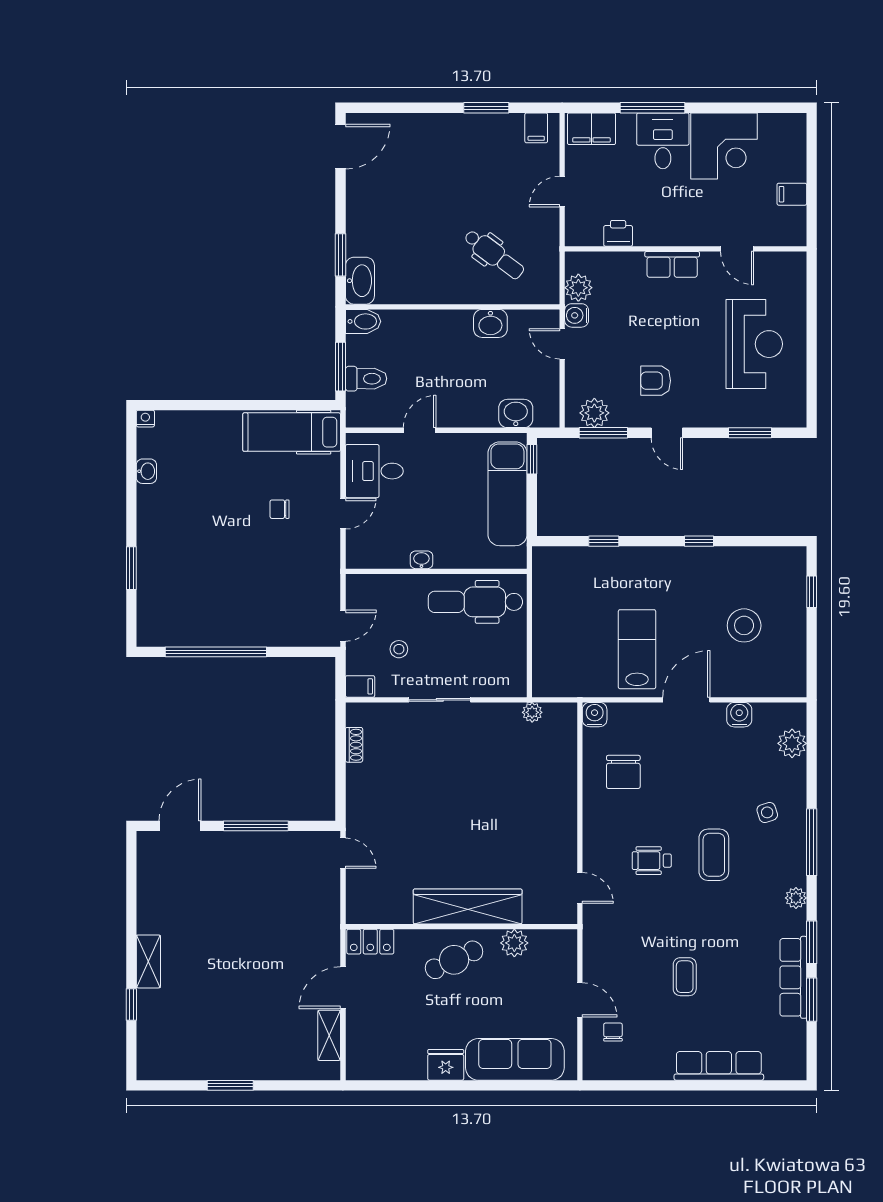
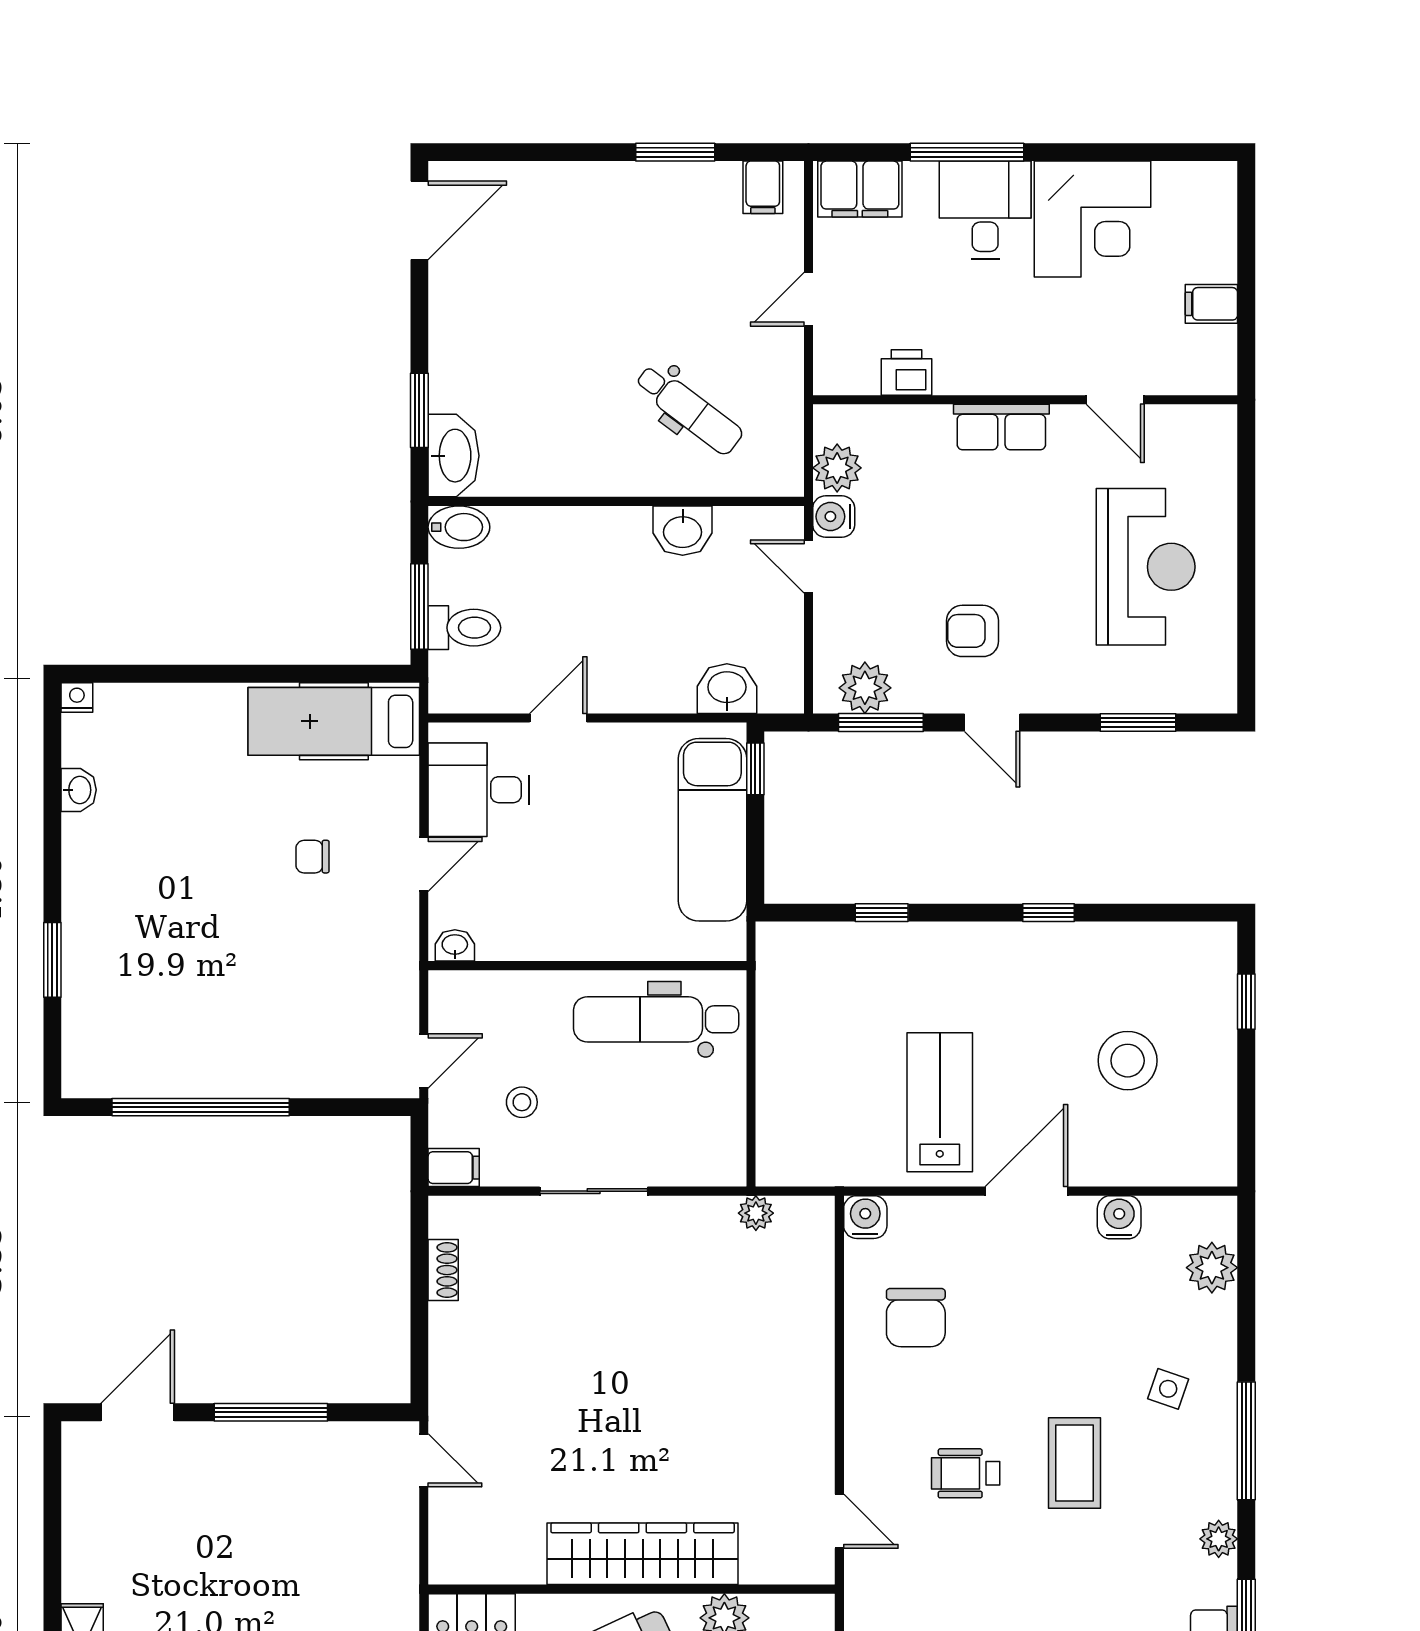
washbasin: (421, 560) -> (455, 945), moved
side table: (767, 812) -> (1168, 1389), turned 37

